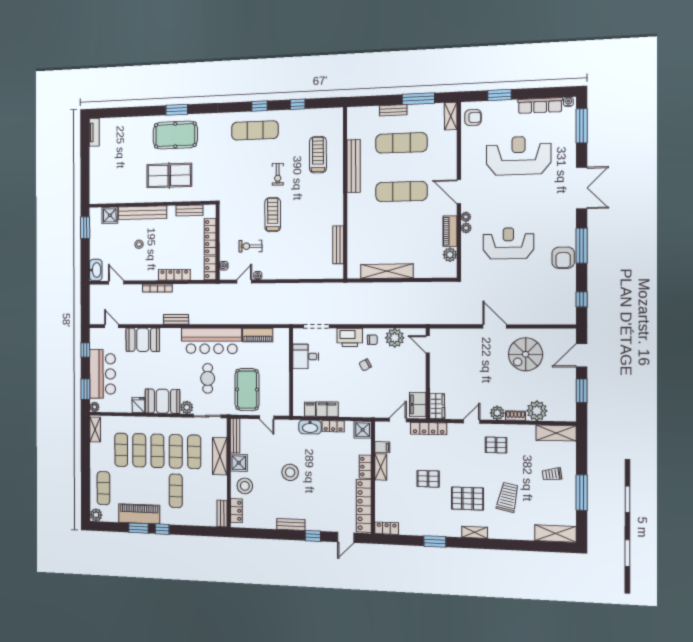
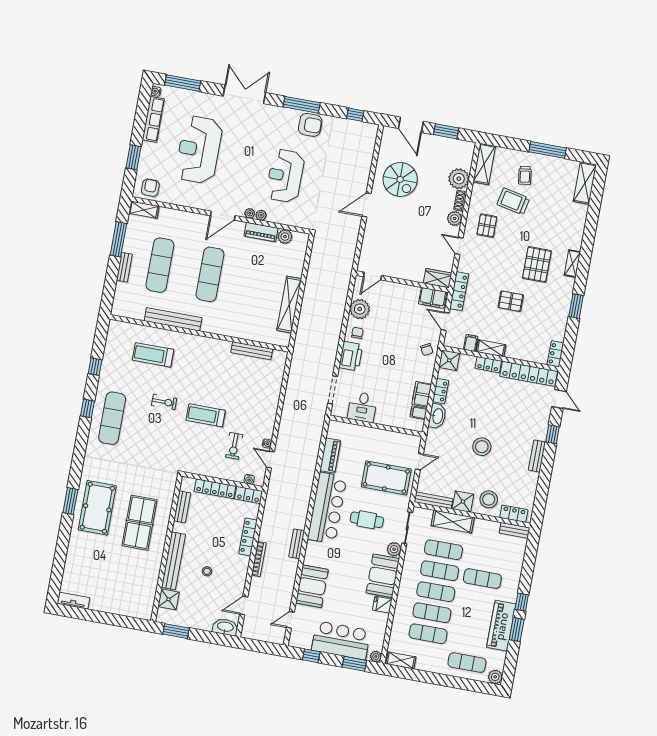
chair: (365, 365) -> (427, 350), moved
pallet: (428, 479) -> (511, 301), turned 90
trolley: (508, 497) -> (513, 201), moved

